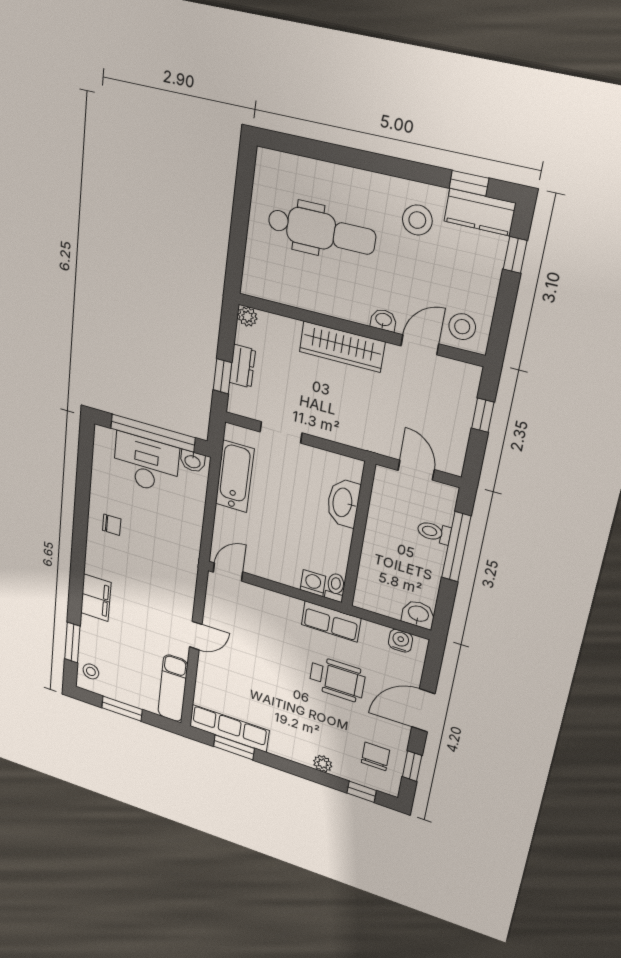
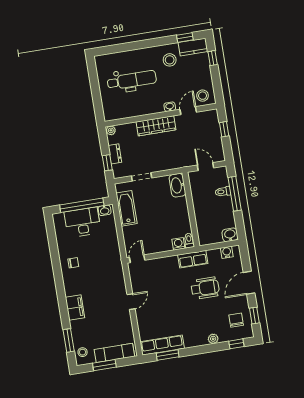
washbasin: (343, 503) -> (177, 185), moved
exam couch: (173, 688) -> (114, 353), moved, turned 90

